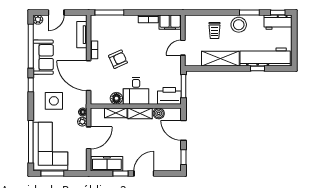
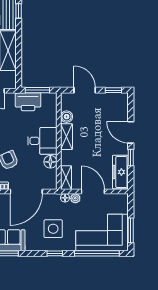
window: (31, 85) -> (55, 253), moved
printer: (169, 96) -> (28, 102), moved, turned -90
shelving: (116, 113) -> (66, 178), moved
door: (183, 130) -> (85, 90), swing flipped

